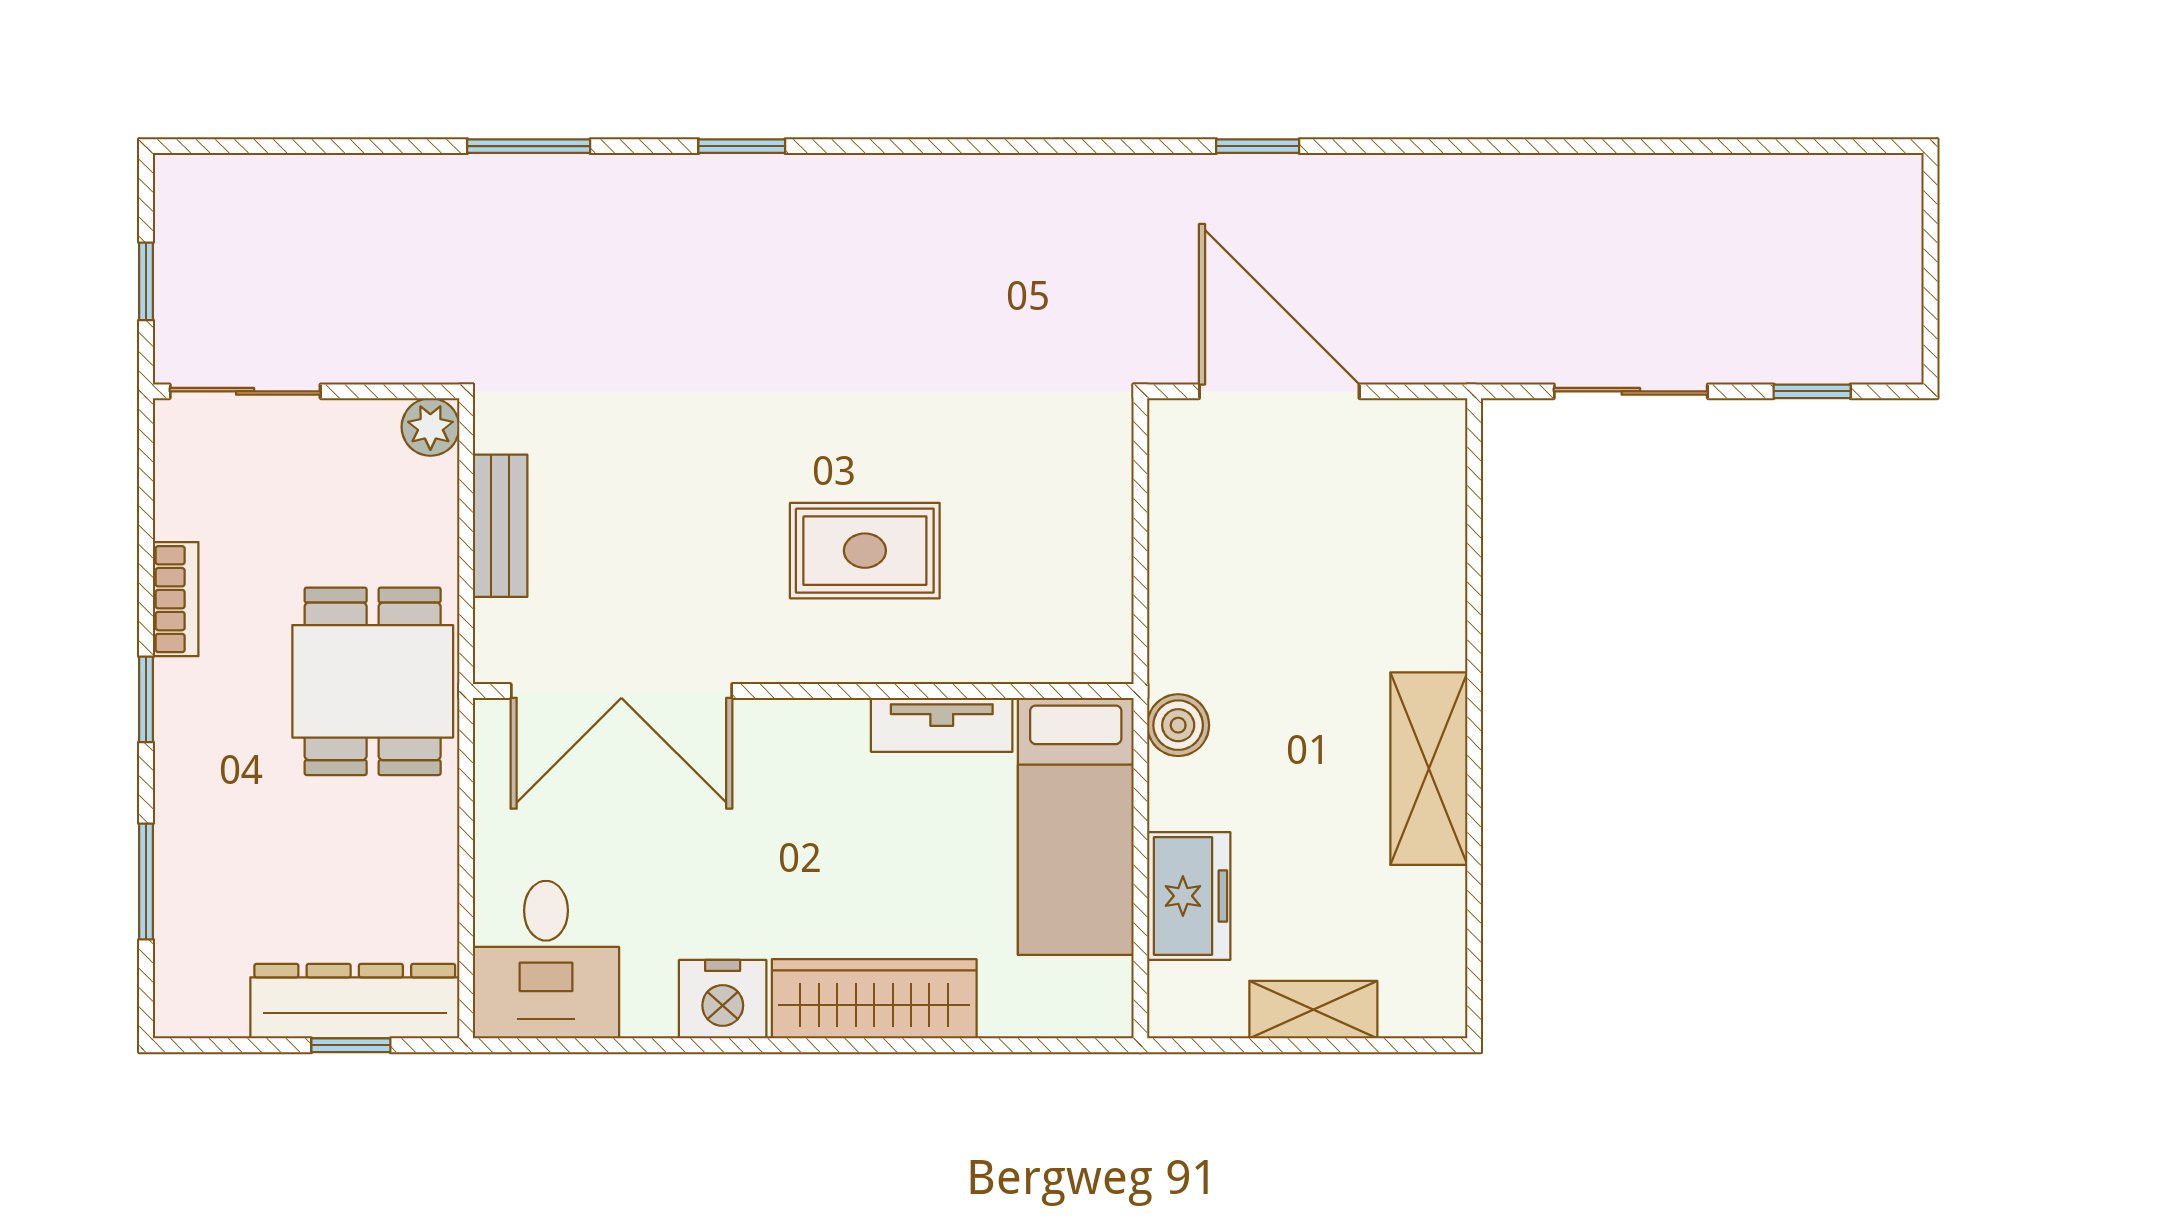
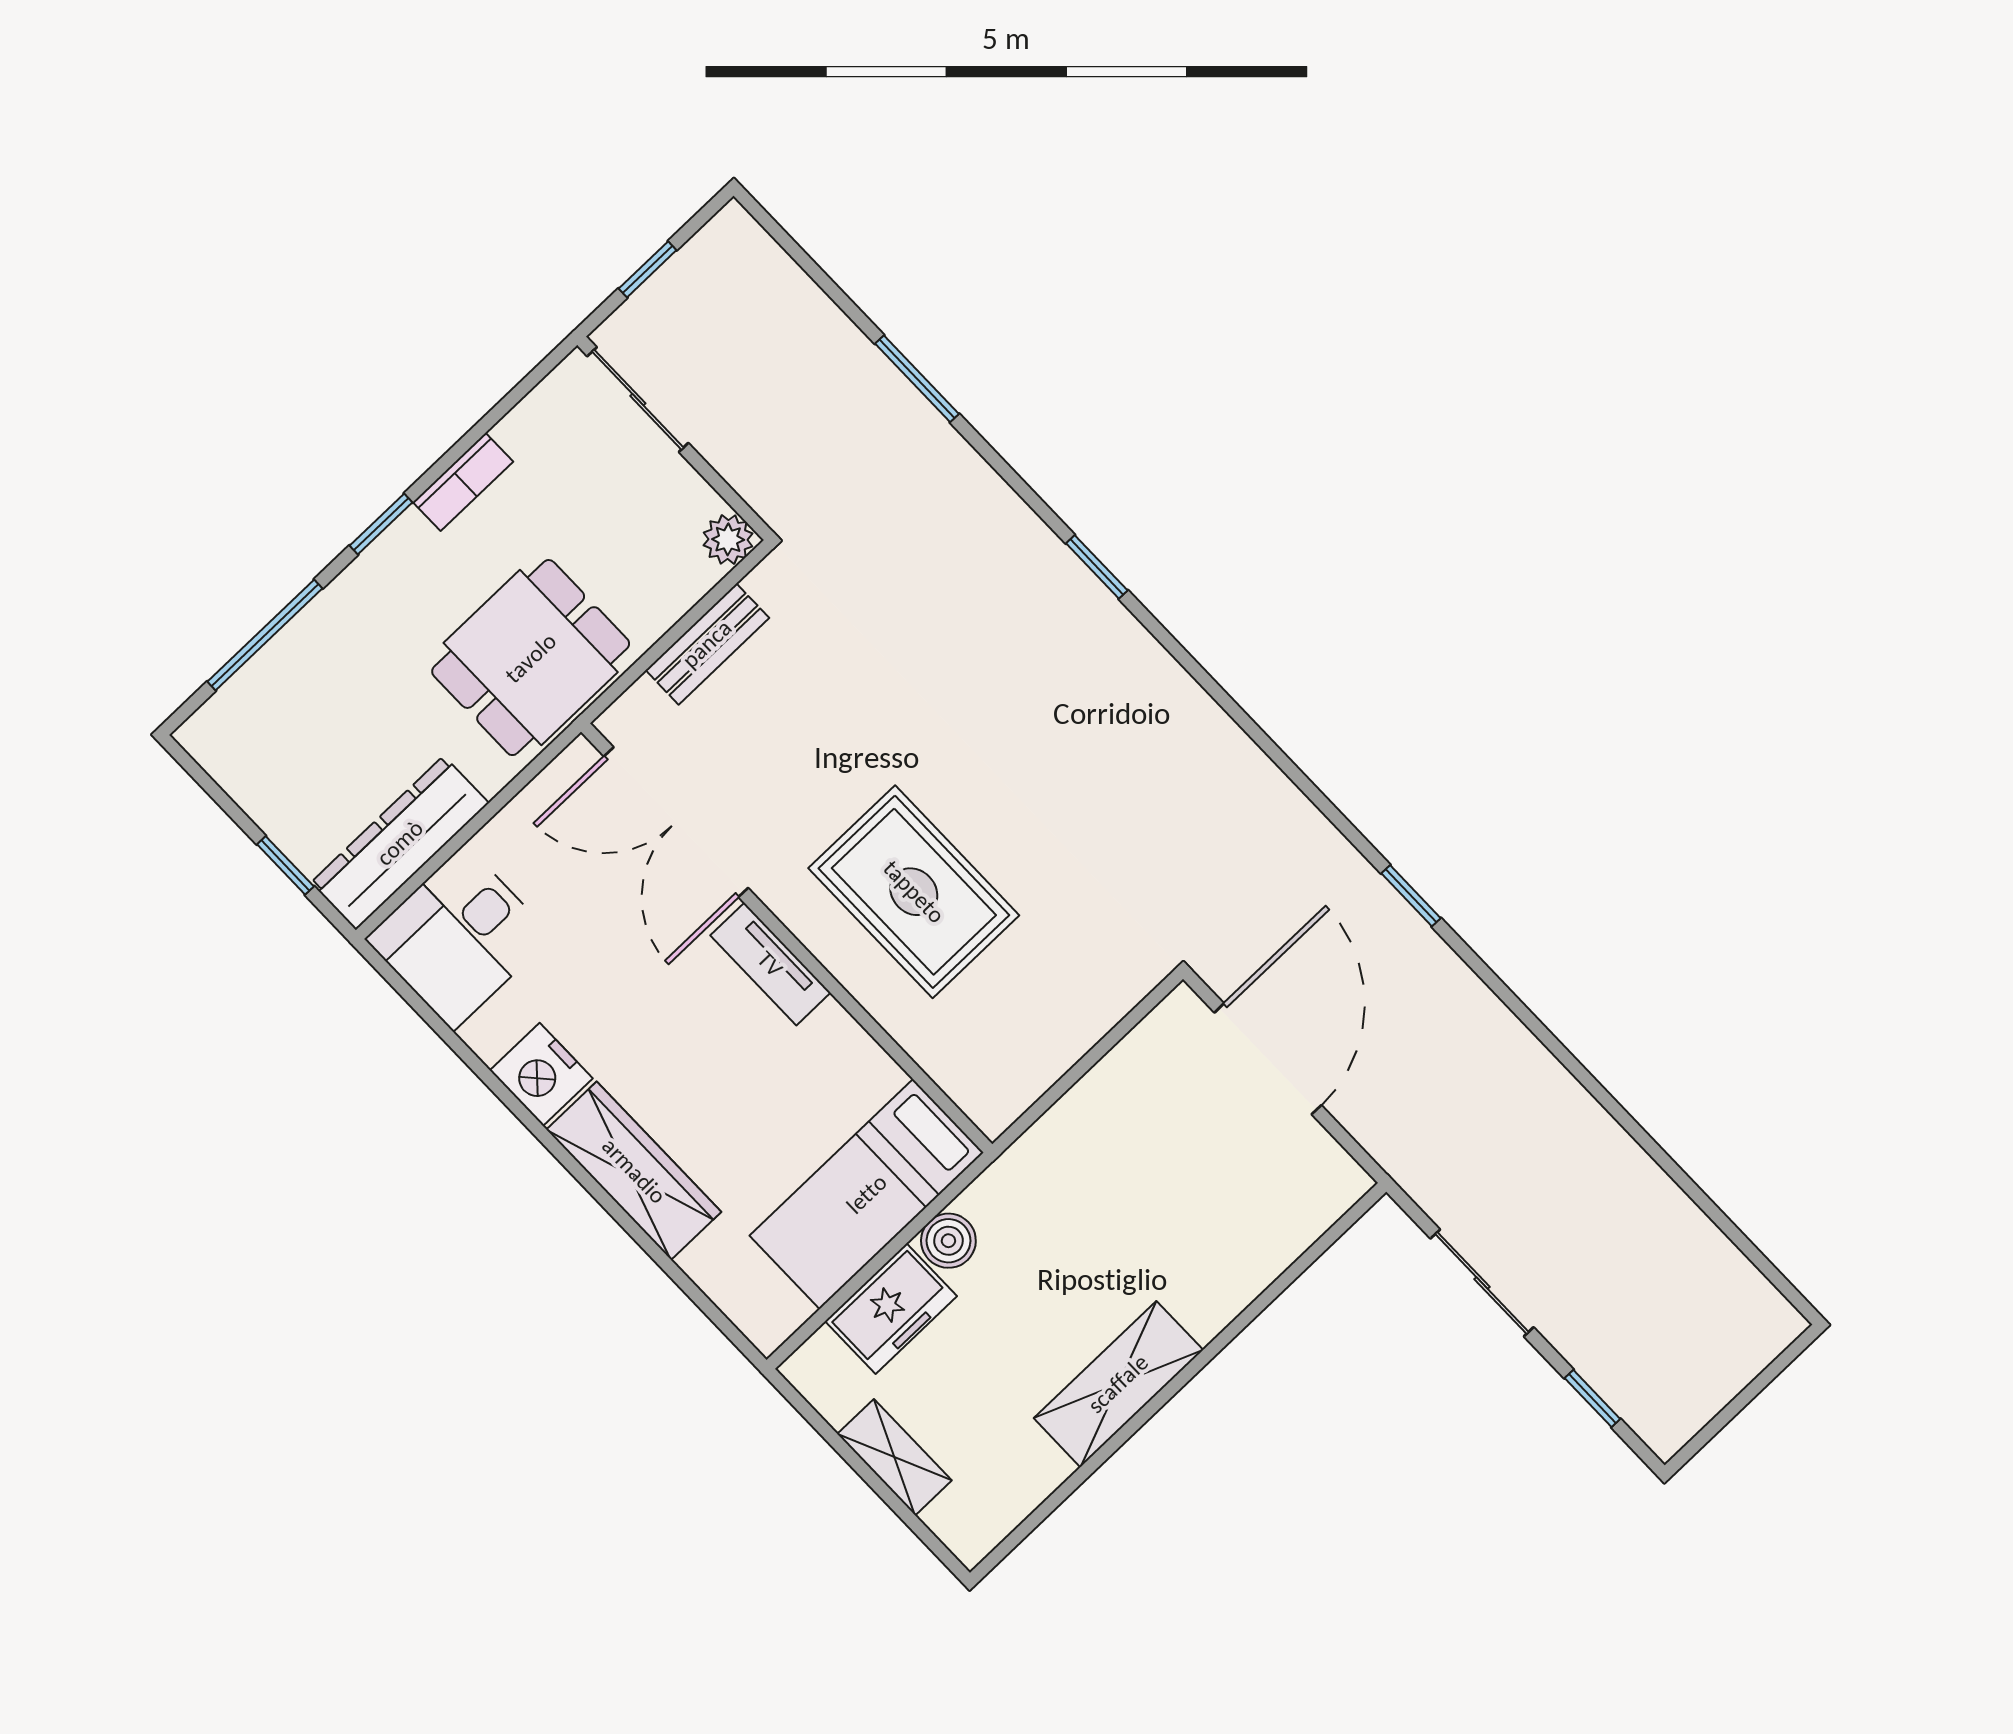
window: (529, 146) -> (917, 379), moved
rug: (865, 551) -> (914, 892), width x1.36, depth x1.43
tv unit: (942, 725) -> (770, 964), moved
boiler: (1178, 725) -> (948, 1241), moved
window: (146, 882) -> (265, 635), width x1.44
dresser: (355, 1001) -> (400, 843), moved, turned -90

